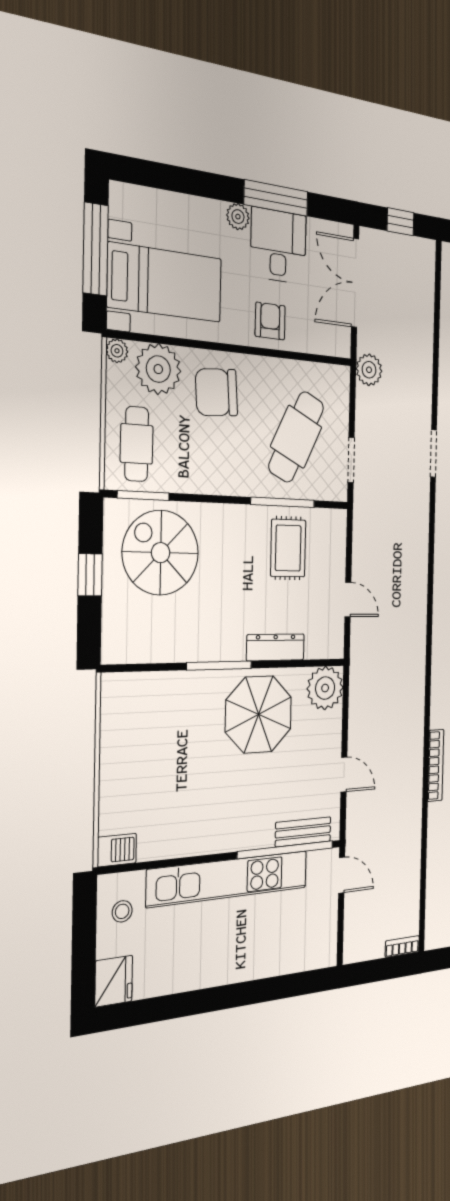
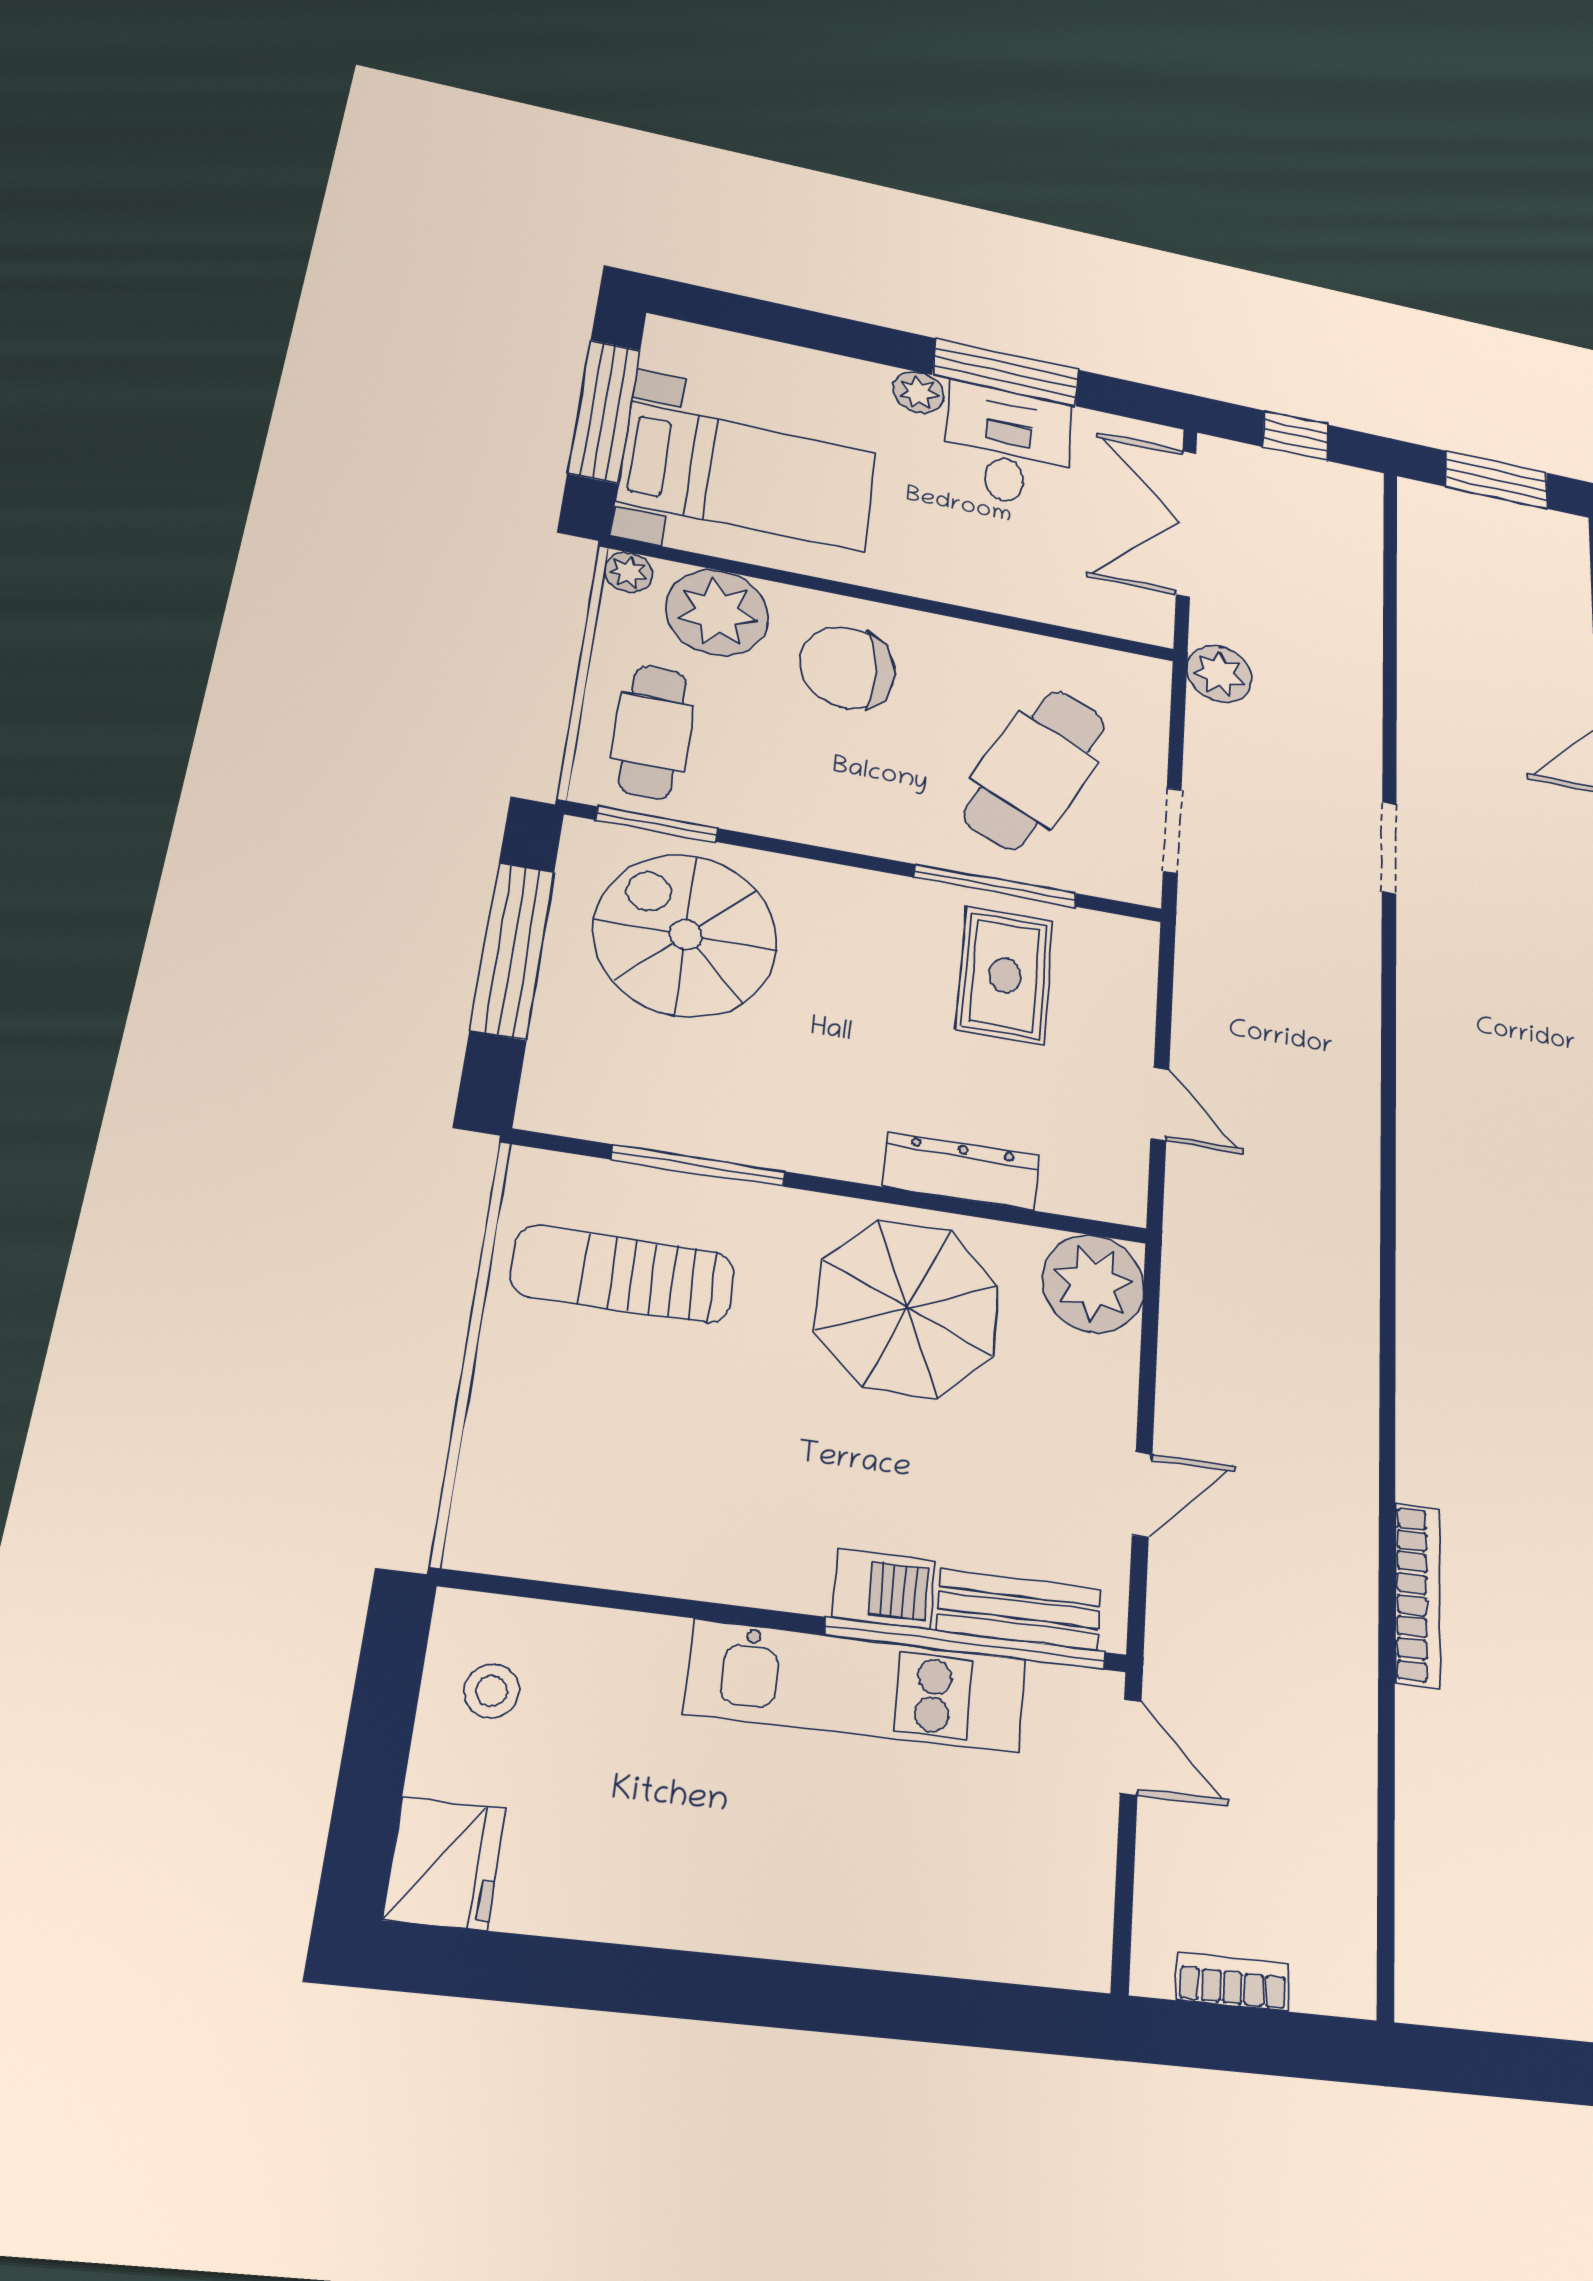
armchair: (270, 321) -> (982, 564), removed
window: (90, 575) -> (513, 950), width x2.17
window: (219, 665) -> (699, 1166), moved
sun lounger: (151, 724) -> (623, 1274), added
bookcase: (436, 765) -> (1417, 1595), moved
door: (344, 775) -> (1142, 1494), hinge flipped
barbecue: (117, 850) -> (884, 1589), moved
kitchen unit: (229, 879) -> (857, 1686), width x0.73
bookcase: (402, 946) -> (1233, 1982), moved

